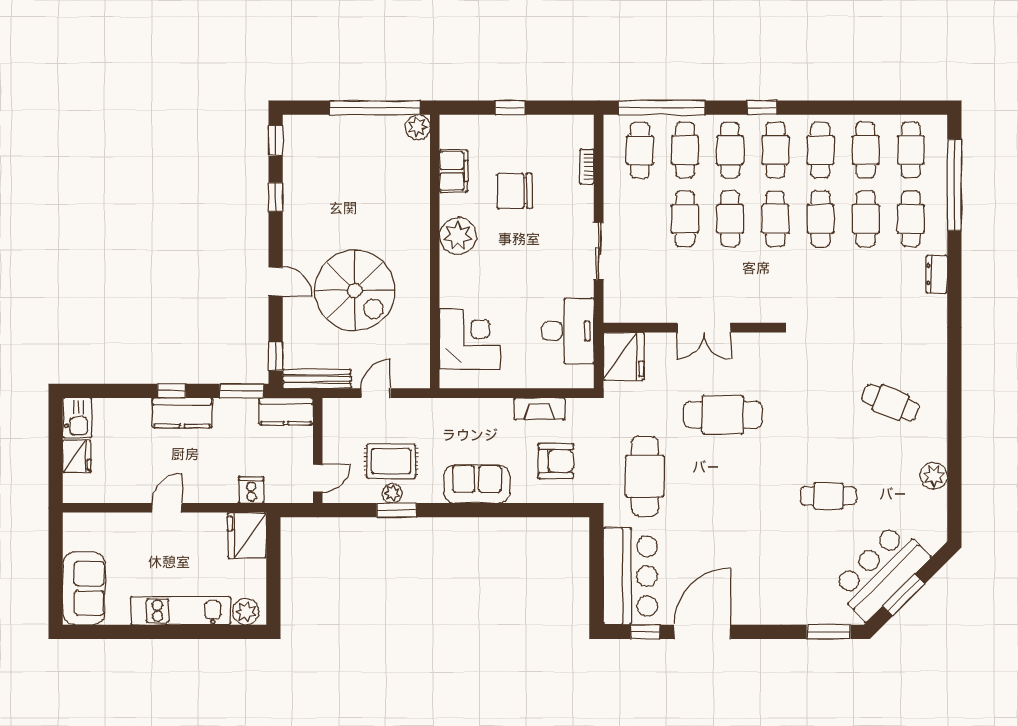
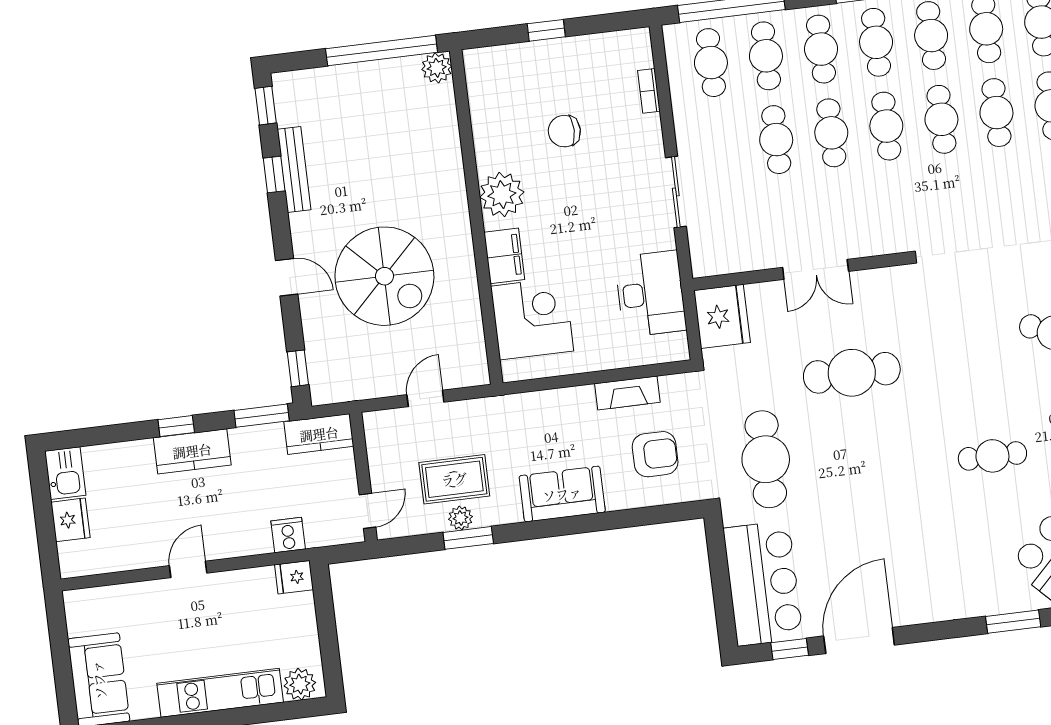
filing cabinet: (454, 171) -> (504, 256), moved
chair: (515, 191) -> (564, 131), width x0.73, depth x0.73
bench: (317, 379) -> (294, 169), moved, turned 90
fridge: (247, 535) -> (294, 577), width x0.53, depth x0.75

